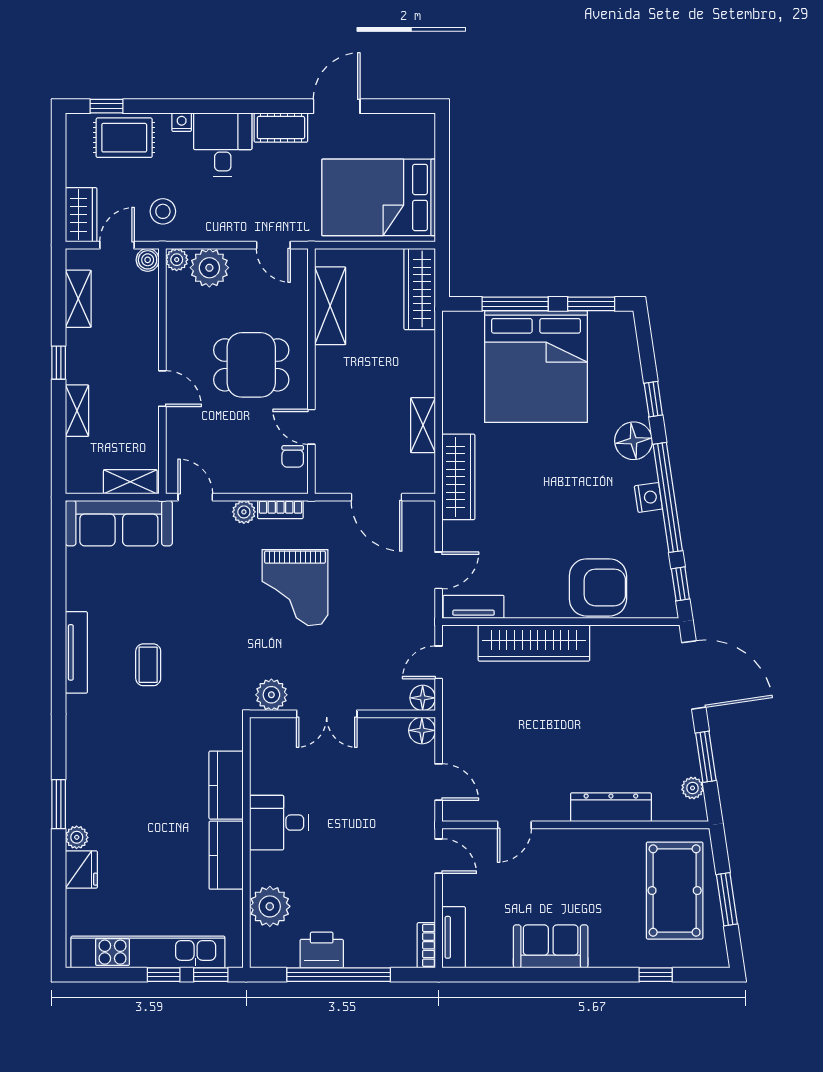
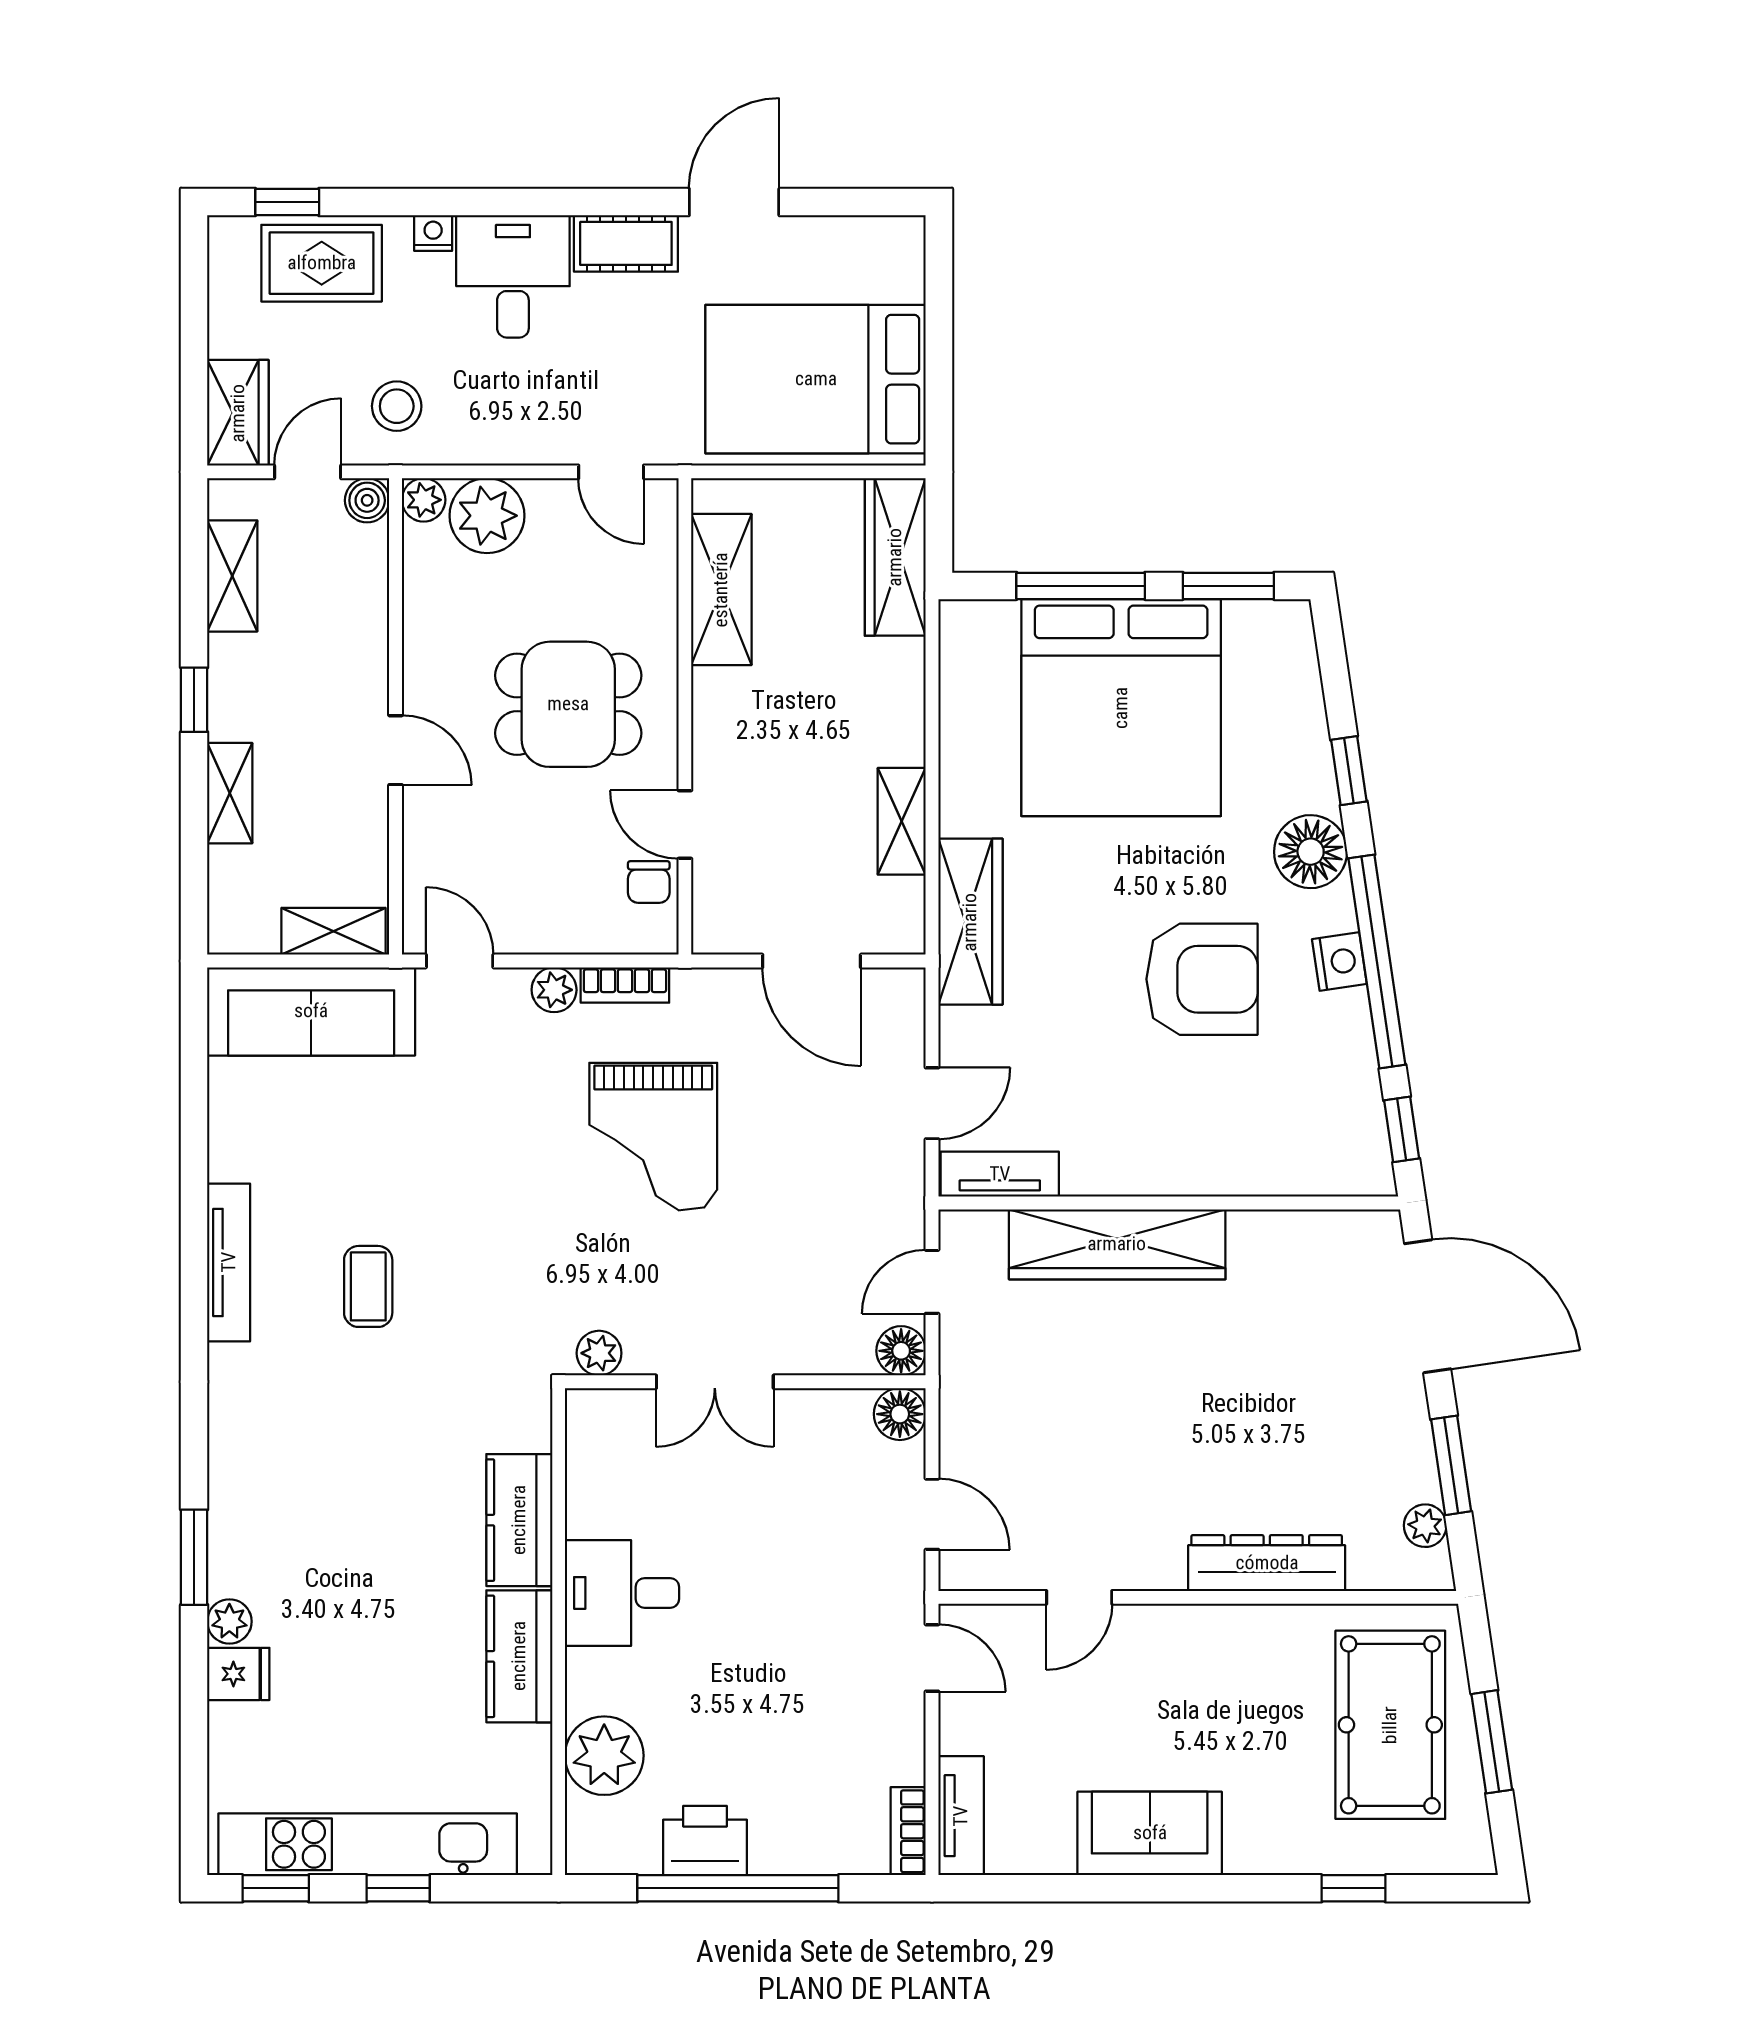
armchair: (598, 587) -> (1202, 979), moved
plant: (271, 695) -> (599, 1353), width x0.73, depth x0.73
fridge: (81, 869) -> (238, 1674), width x0.72
window: (211, 975) -> (276, 1888), moved

